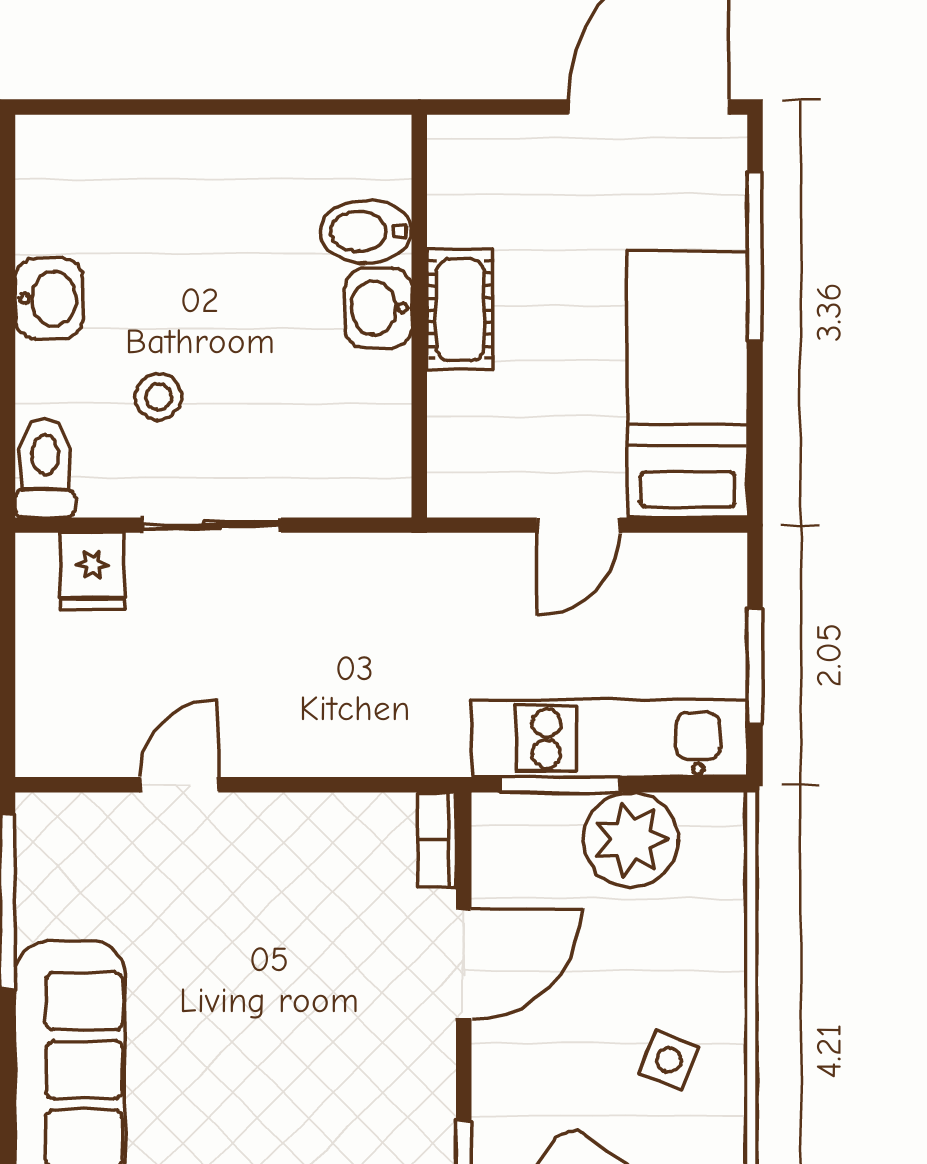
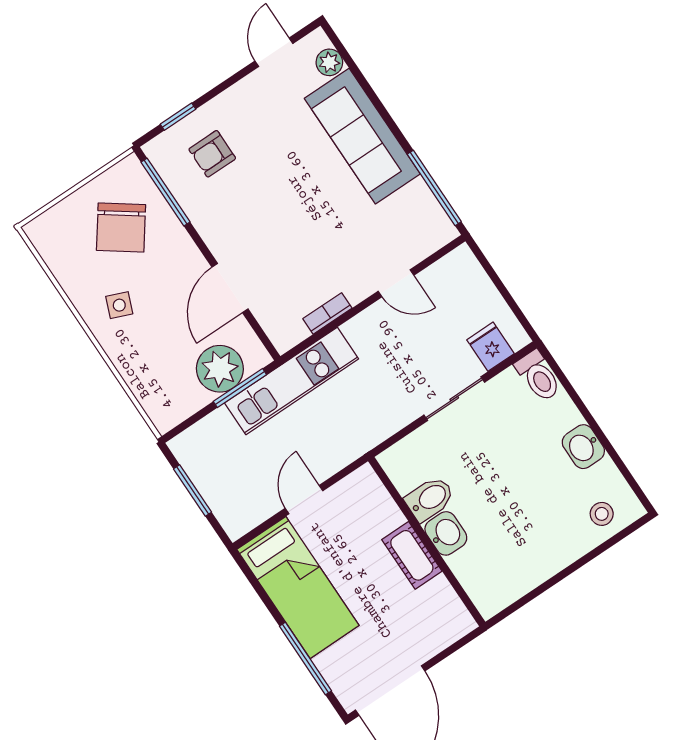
bidet: (366, 232) -> (430, 499), moved
stool: (159, 397) -> (602, 514), moved
kitchen unit: (610, 738) -> (292, 381), moved
door: (179, 785) -> (396, 283), hinge flipped
bookcase: (437, 840) -> (327, 313), moved, turned -90
plant: (631, 840) -> (220, 369), moved

